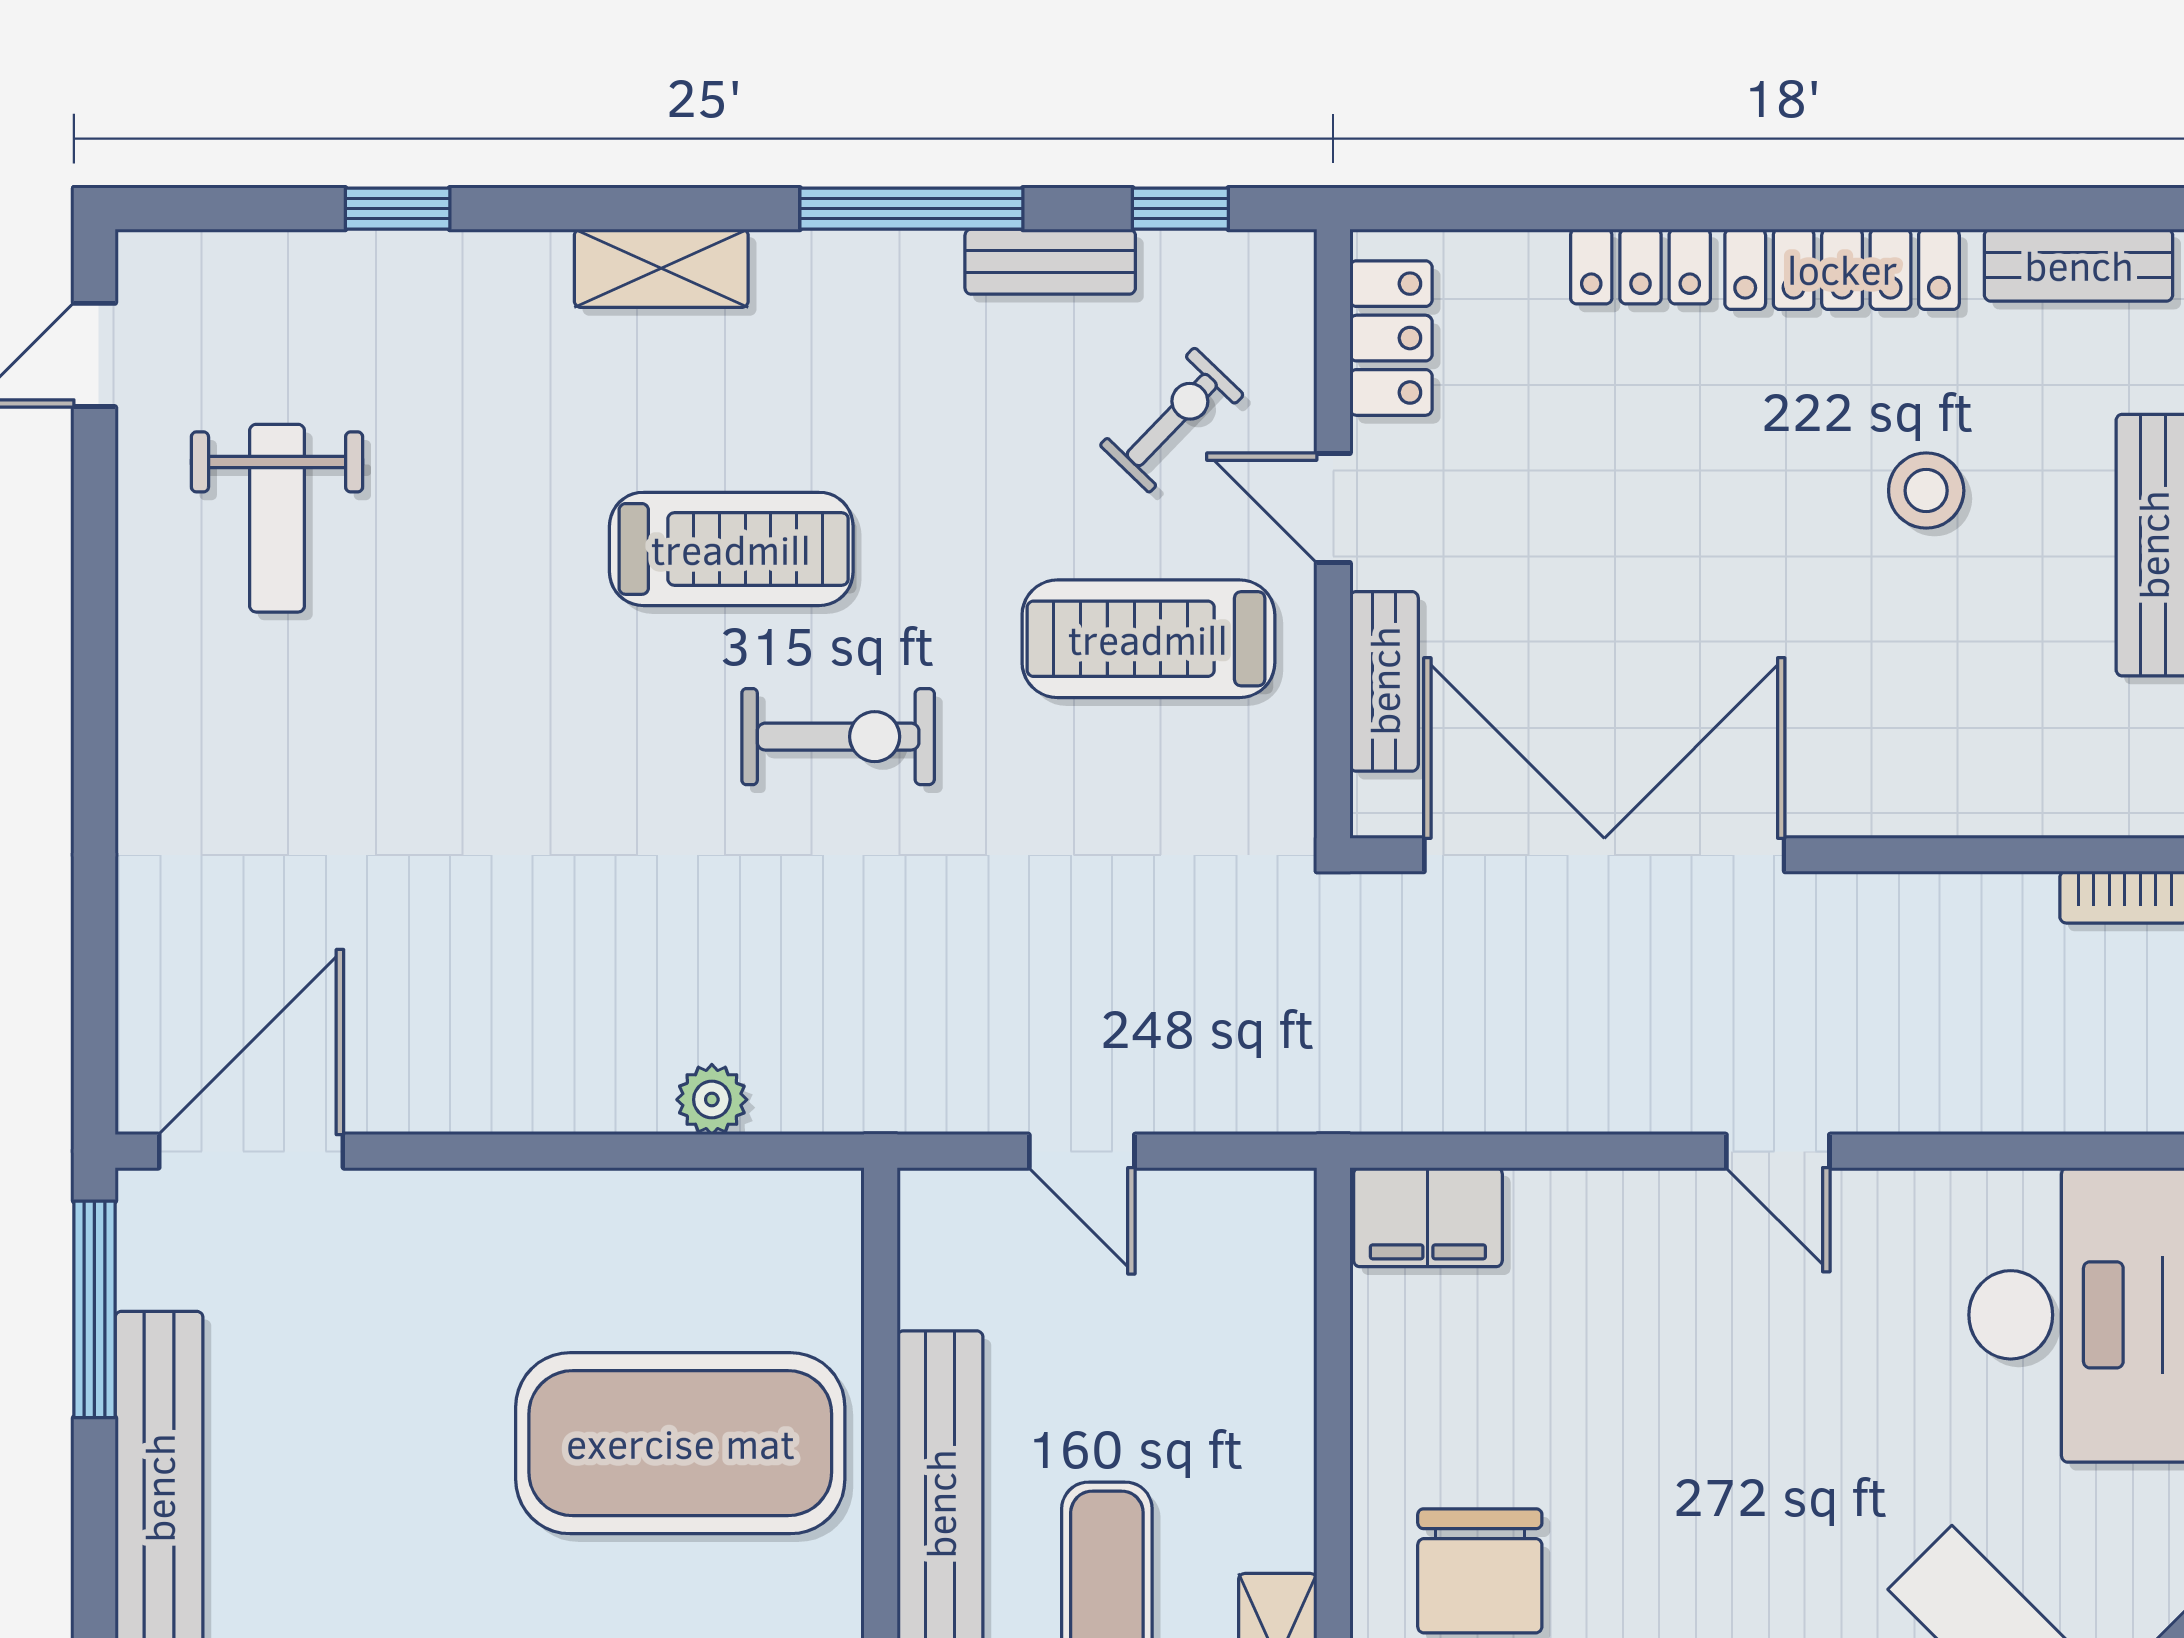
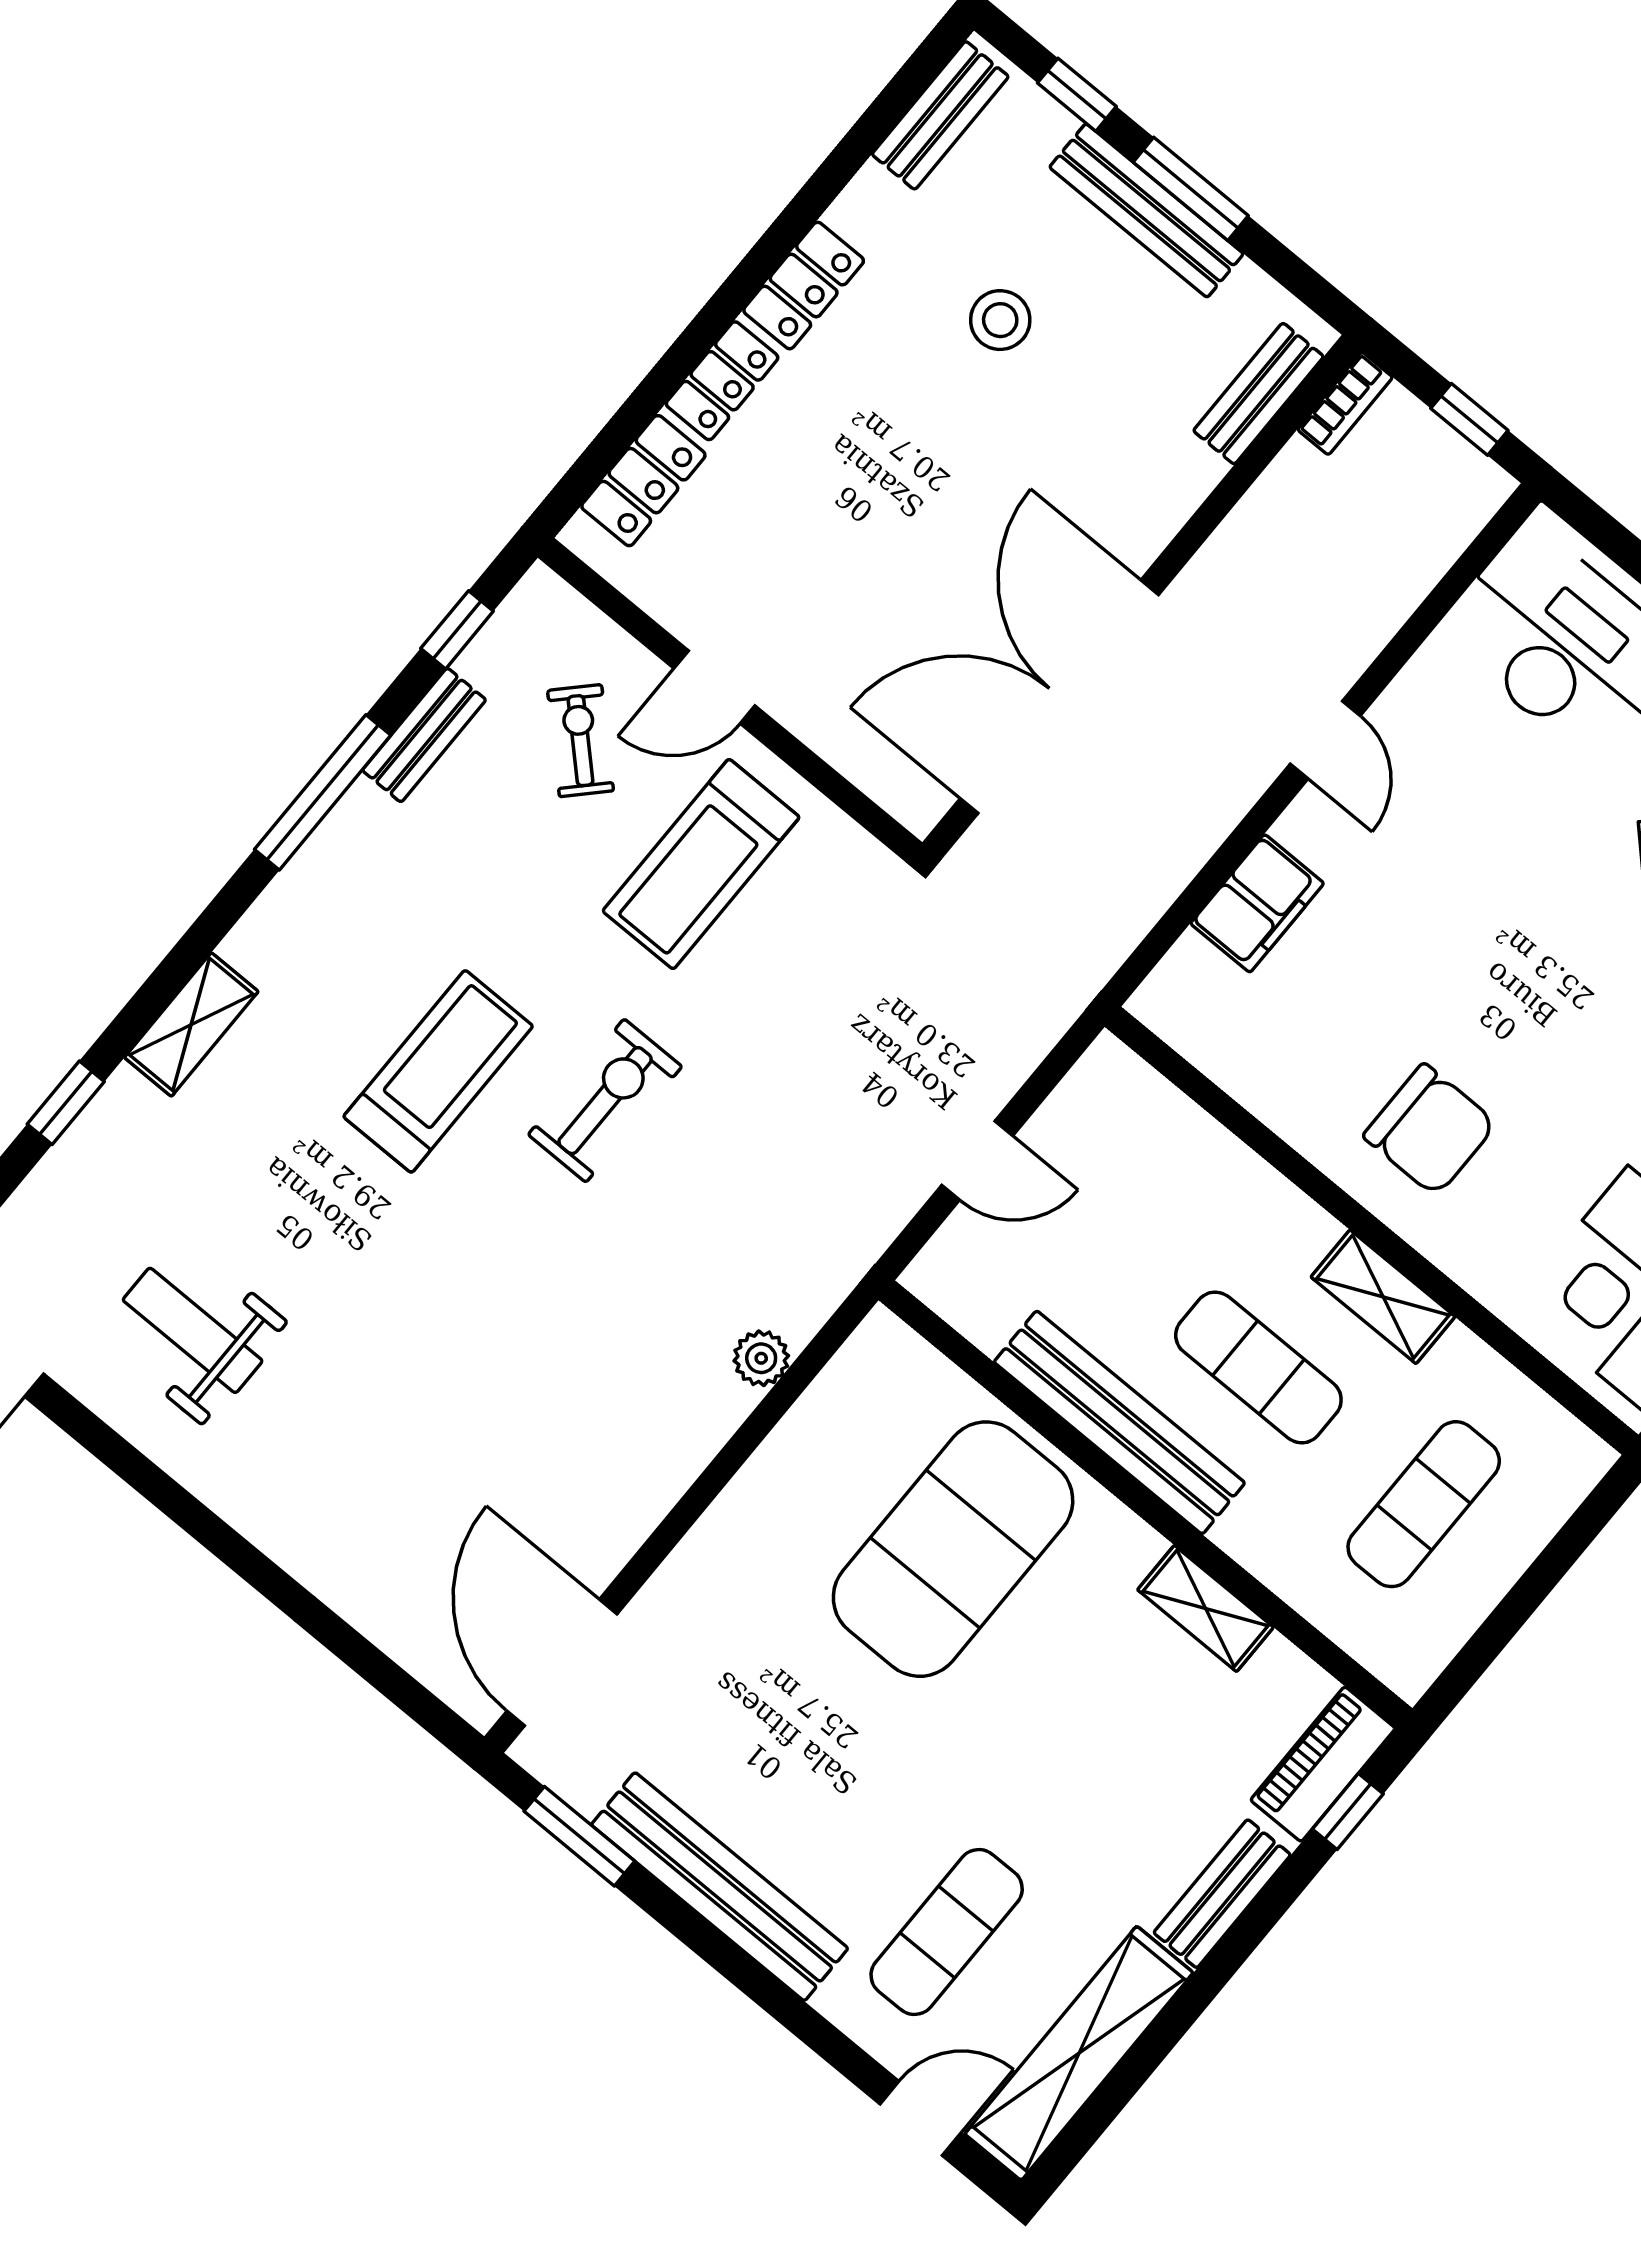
shelving: (661, 268) -> (191, 1024), moved
locker: (1842, 269) -> (804, 286), width x0.66
locker: (1391, 338) -> (643, 481), moved, turned 90
weight bench: (277, 518) -> (193, 1330), turned 180
bench: (1384, 681) -> (1259, 394), moved, turned 90
door: (1778, 1151) -> (1325, 740), hinge flipped
filing cabinet: (1428, 1217) -> (1257, 903), moved
window: (94, 1309) -> (579, 1836), width x0.69

